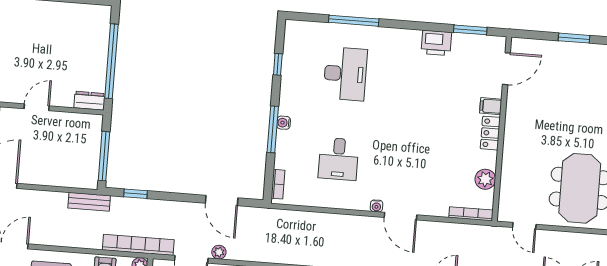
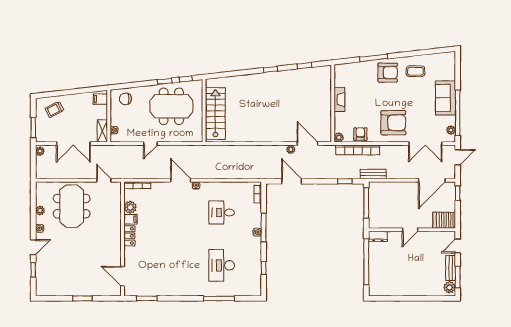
printer: (436, 43) -> (167, 289), removed
door: (506, 69) -> (123, 276), hinge flipped
filing cabinet: (491, 106) -> (130, 219), moved
desk: (338, 159) -> (222, 213), turned -90
bookcase: (138, 245) -> (358, 150), moved

